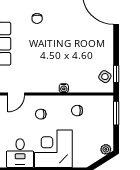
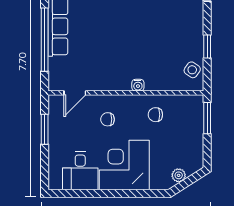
window: (116, 74) -> (207, 46), moved
plant: (106, 149) -> (179, 175), moved

